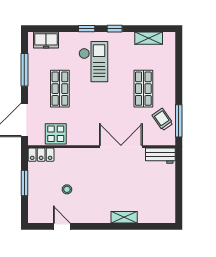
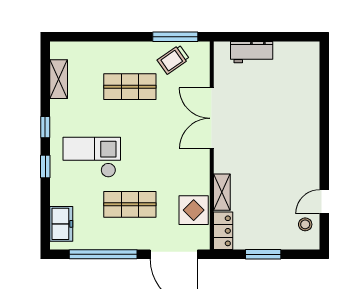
window: (24, 70) -> (103, 254), width x1.46
workbench: (160, 156) -> (252, 52), moved, turned 90
stool: (67, 189) -> (305, 224), moved
shelving: (124, 217) -> (222, 192), moved

